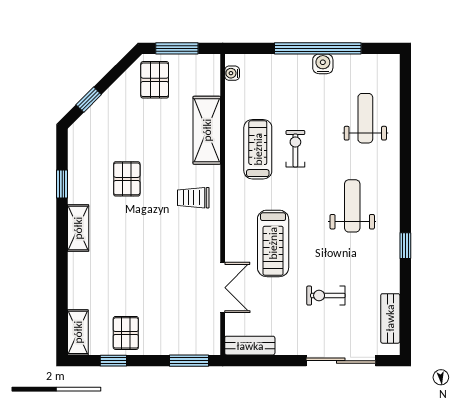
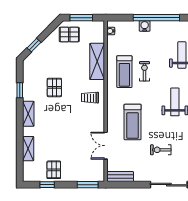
water cooler: (323, 64) -> (145, 26), moved
pallet: (155, 80) -> (69, 35), turned 90
treadmill: (258, 149) -> (124, 72), turned 180
double door: (223, 288) -> (106, 146), swing flipped
shelving: (78, 332) -> (28, 149), moved

